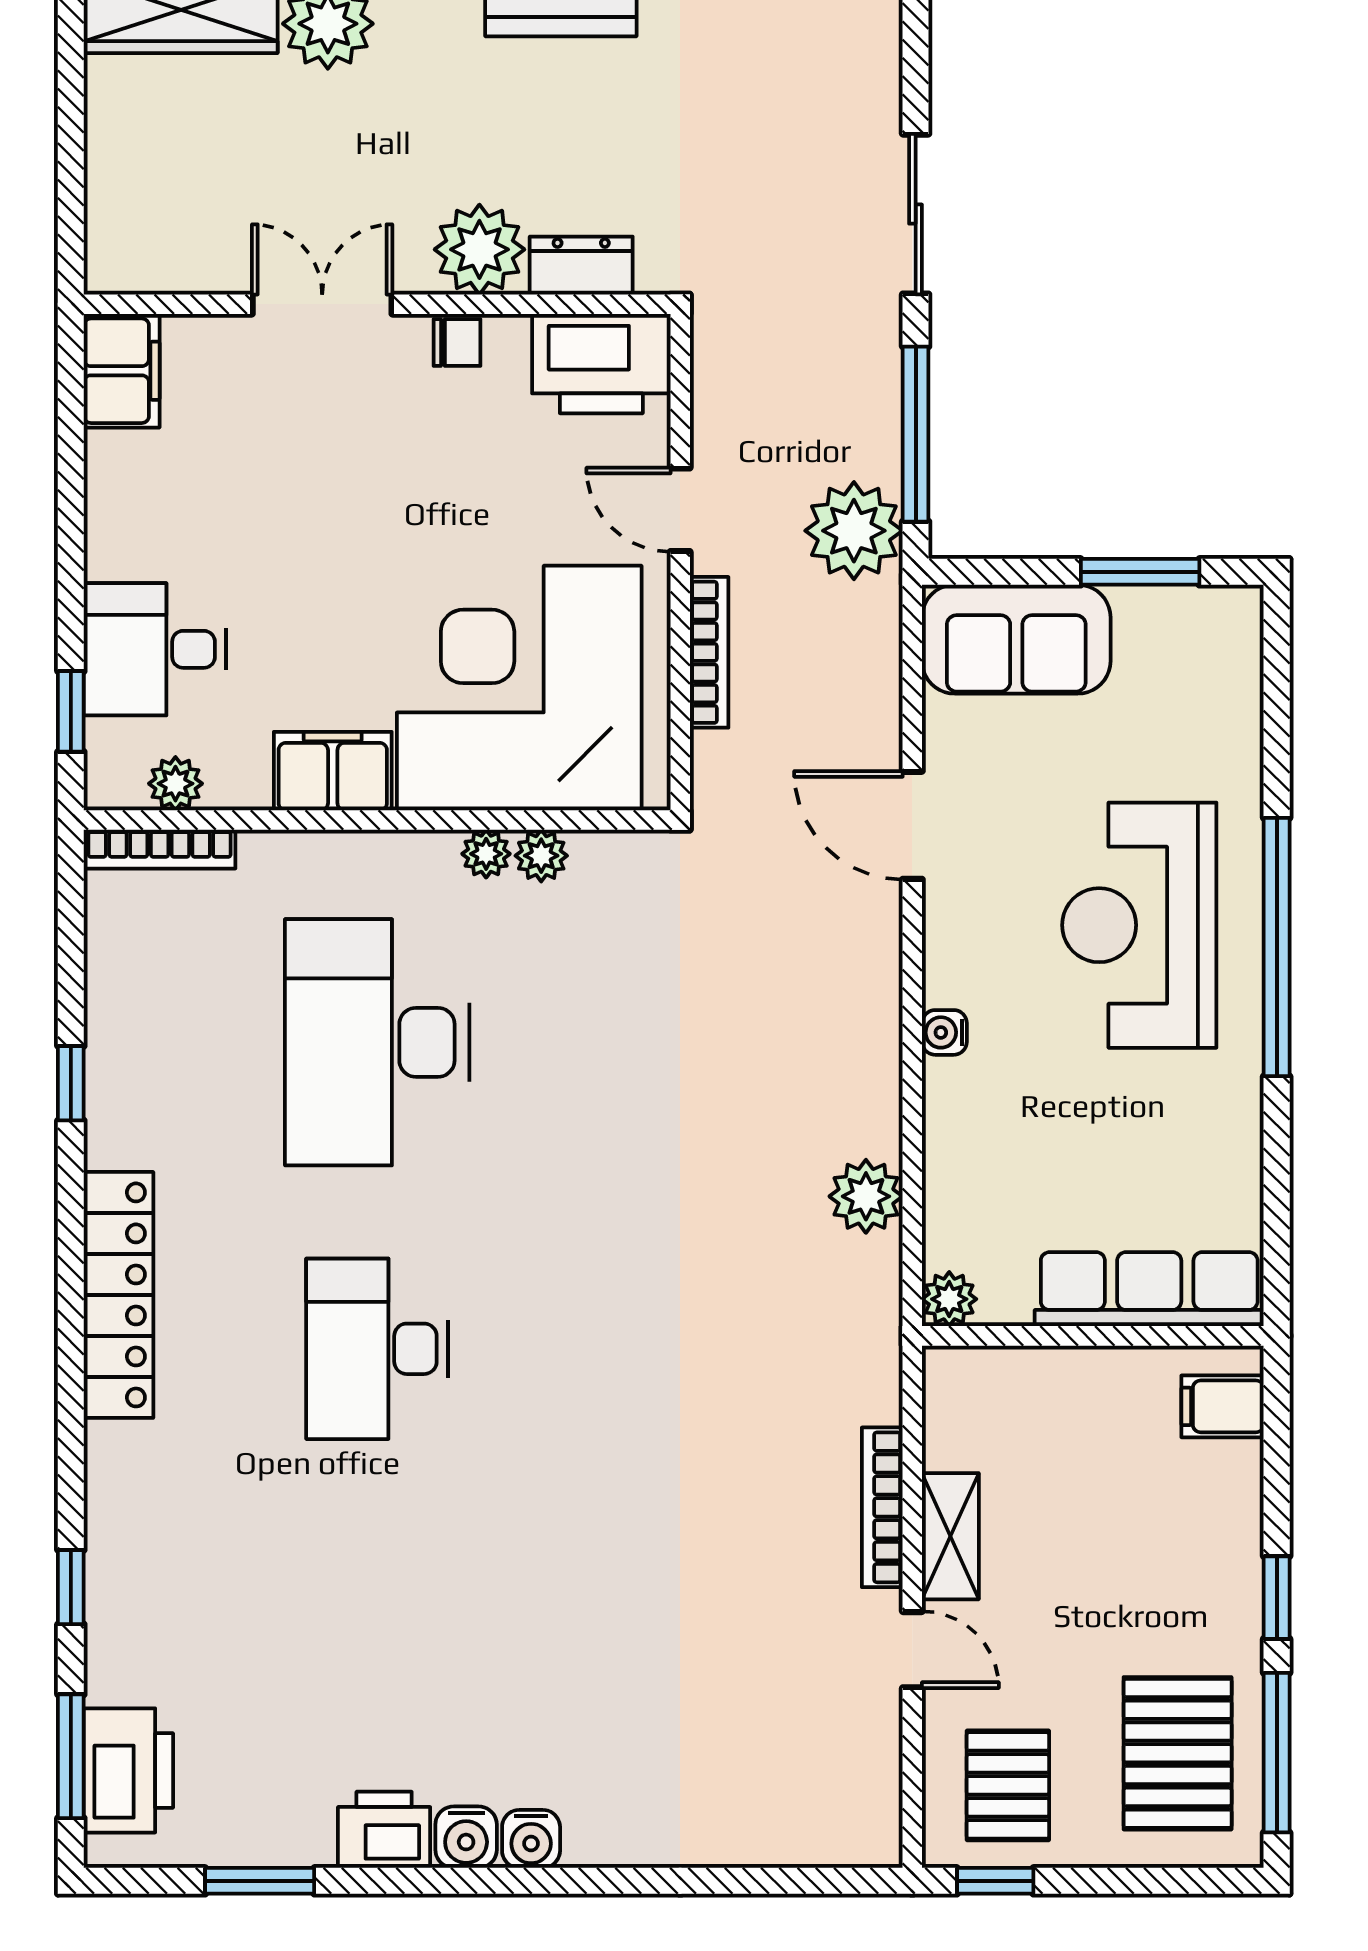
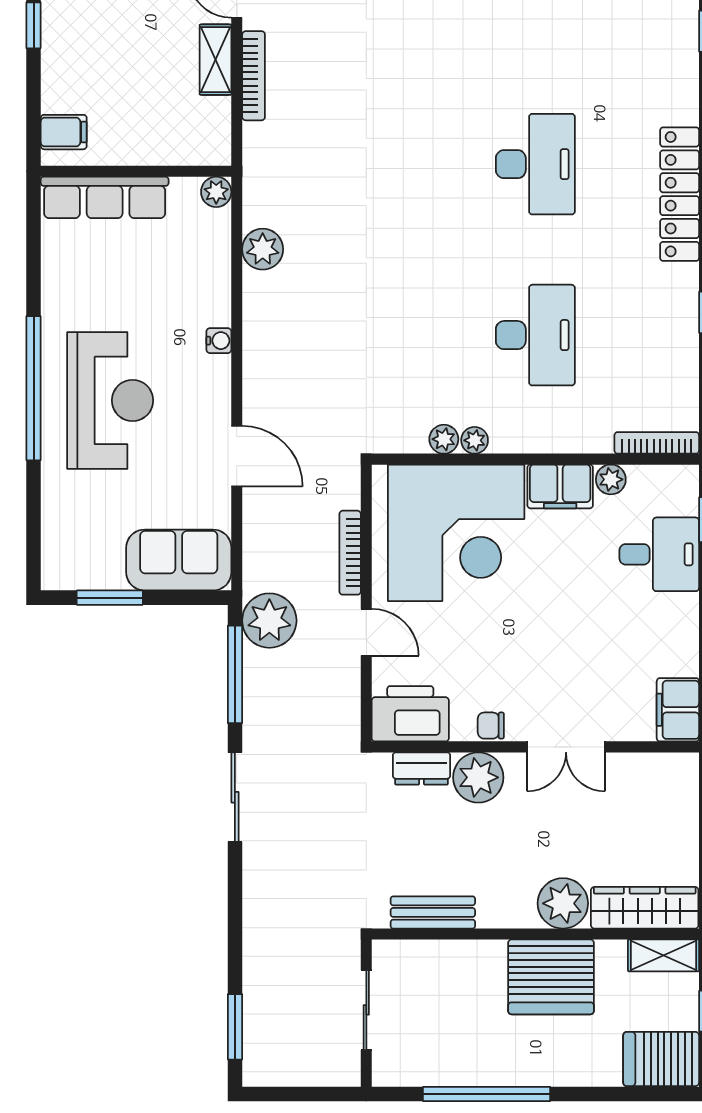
plant: (175, 784) -> (611, 479), moved
desk: (377, 1042) -> (535, 335), width x0.73, depth x0.77

